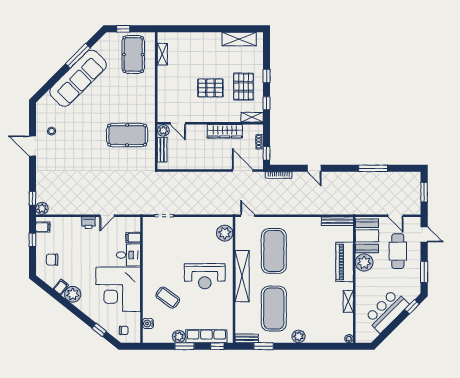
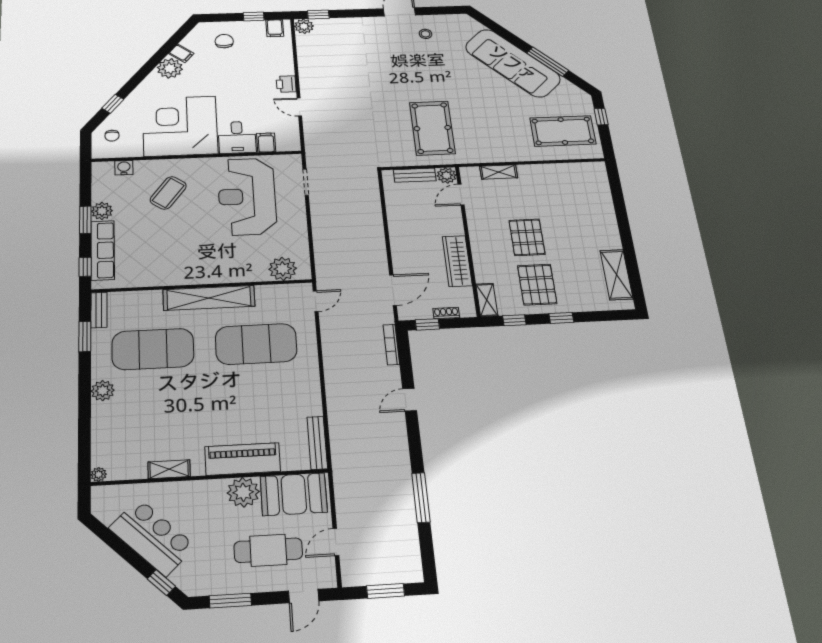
shelving: (162, 54) -> (499, 172), moved
pallet: (243, 87) -> (537, 285), turned 90
reception desk: (205, 276) -> (247, 196), moved, width x1.36, depth x1.30

